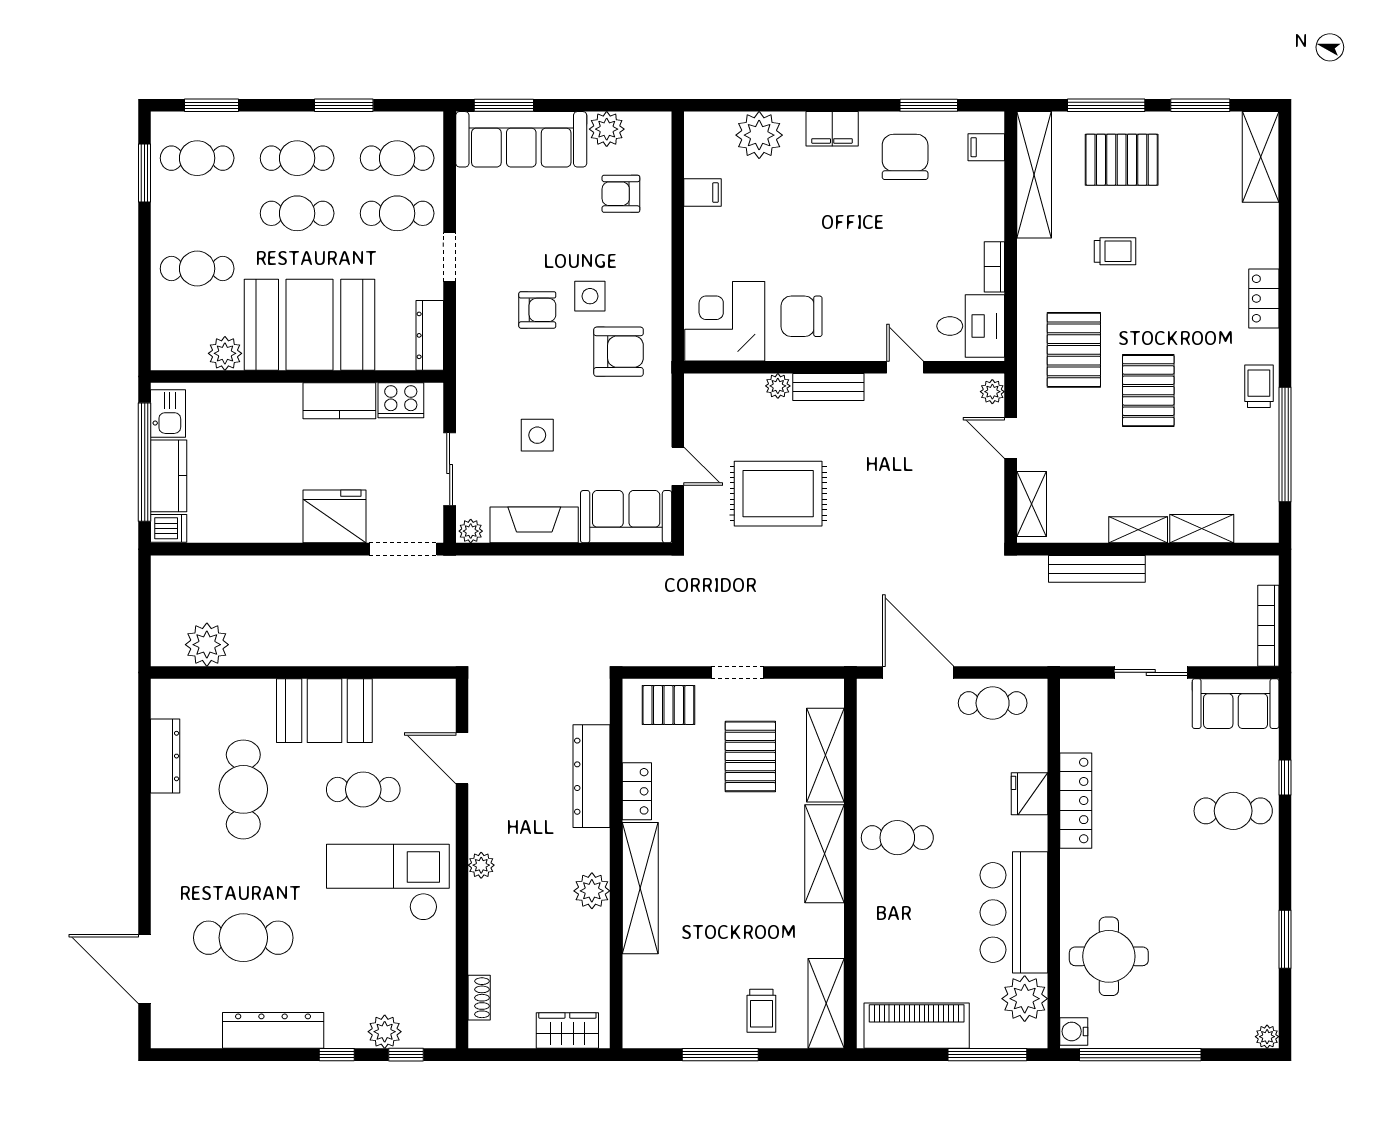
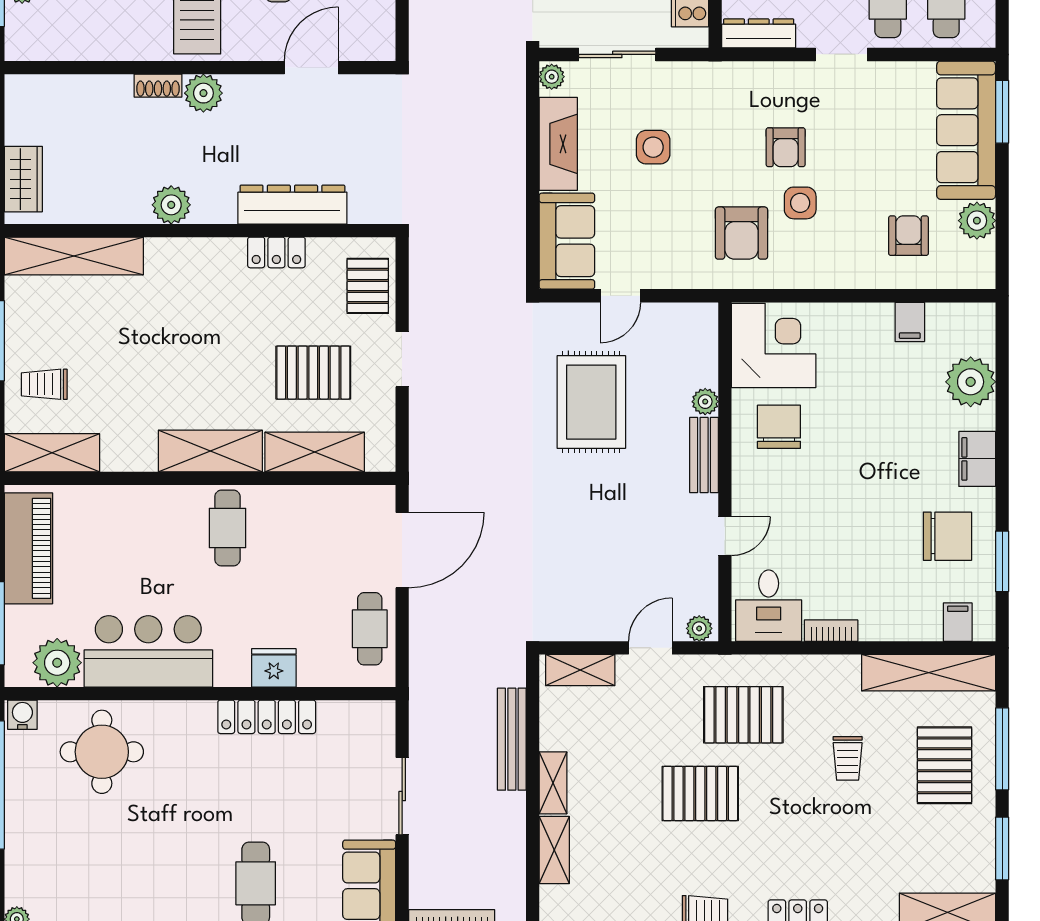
plant: (481, 865) -> (203, 93), width x1.38, depth x1.38
shelving: (640, 888) -> (74, 256), moved
shoe rack: (479, 998) -> (158, 86), moved

